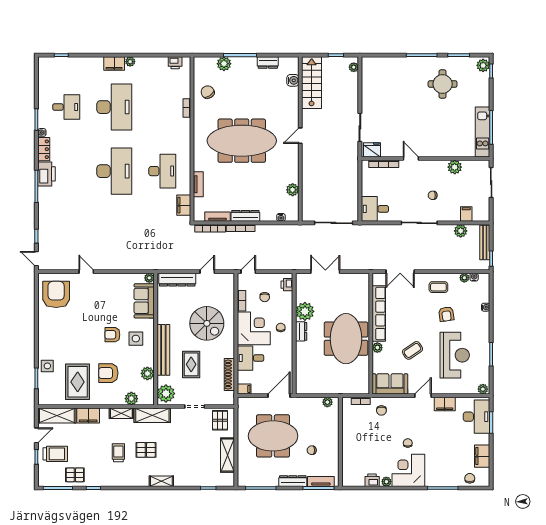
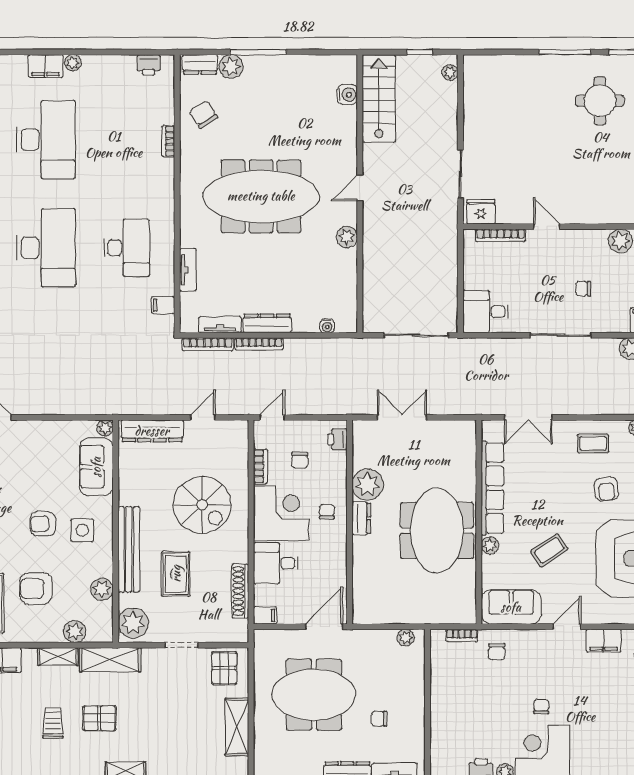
dresser: (268, 62) -> (200, 64), moved
plant: (293, 190) -> (347, 237), moved
filing cabinet: (184, 205) -> (163, 305), width x0.50

